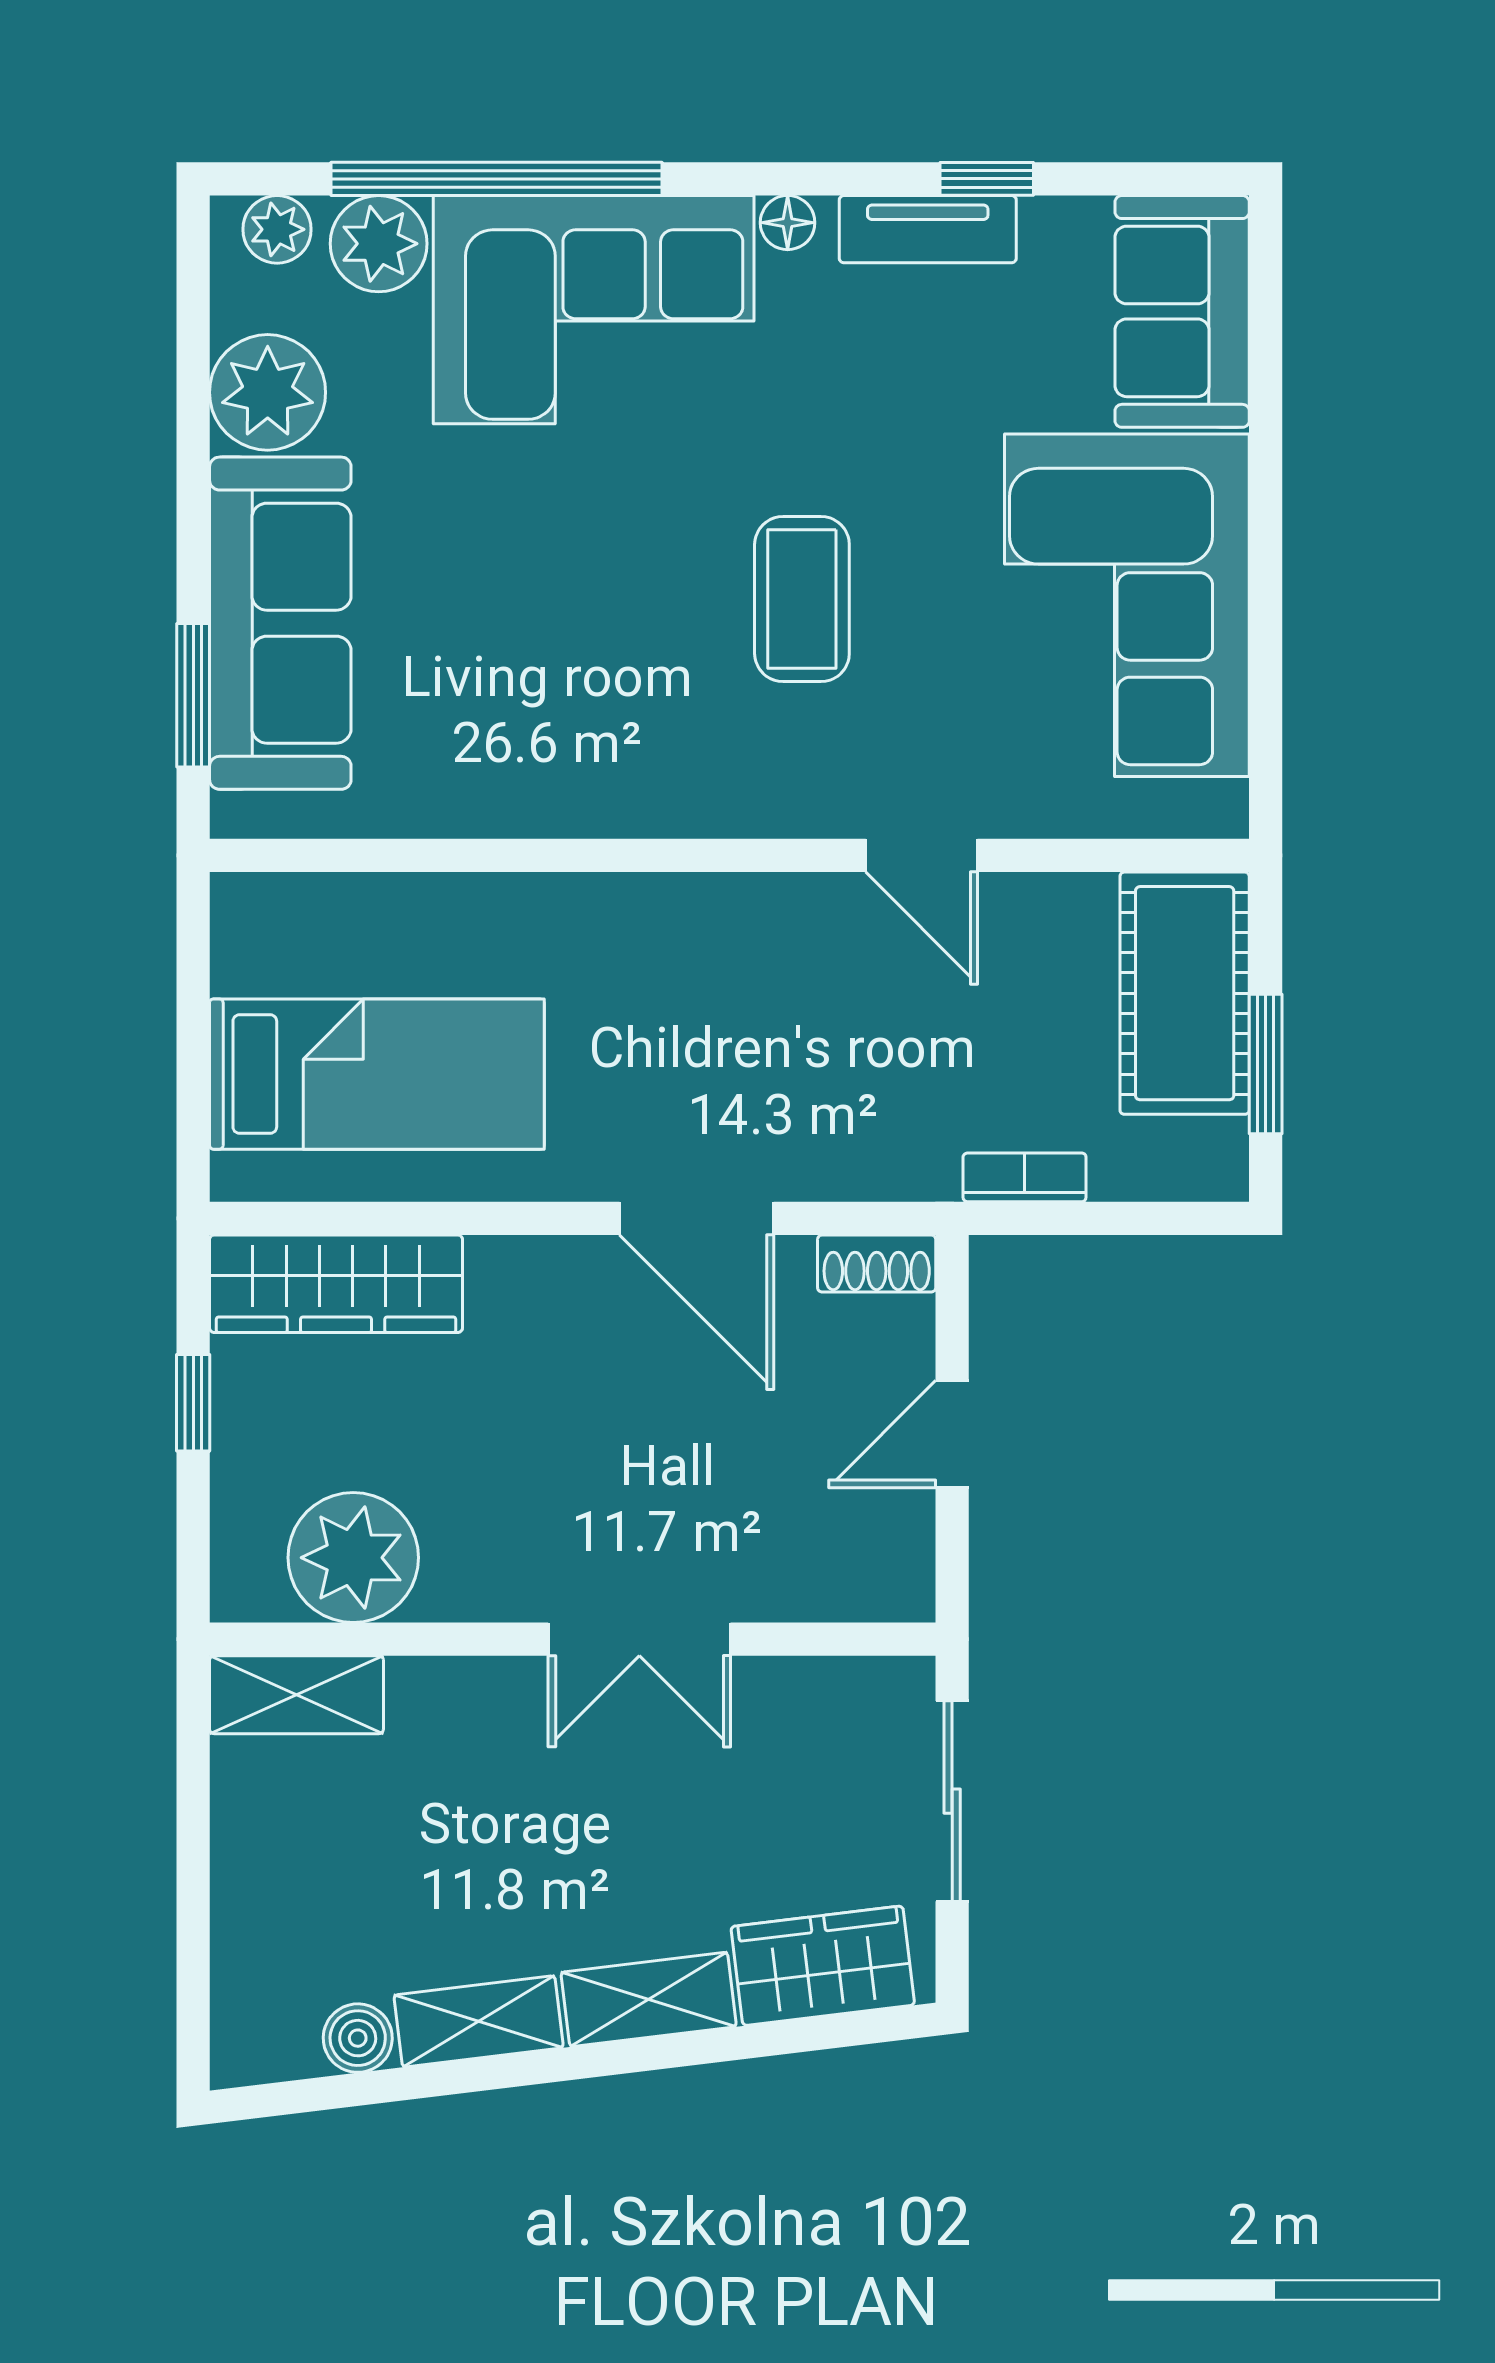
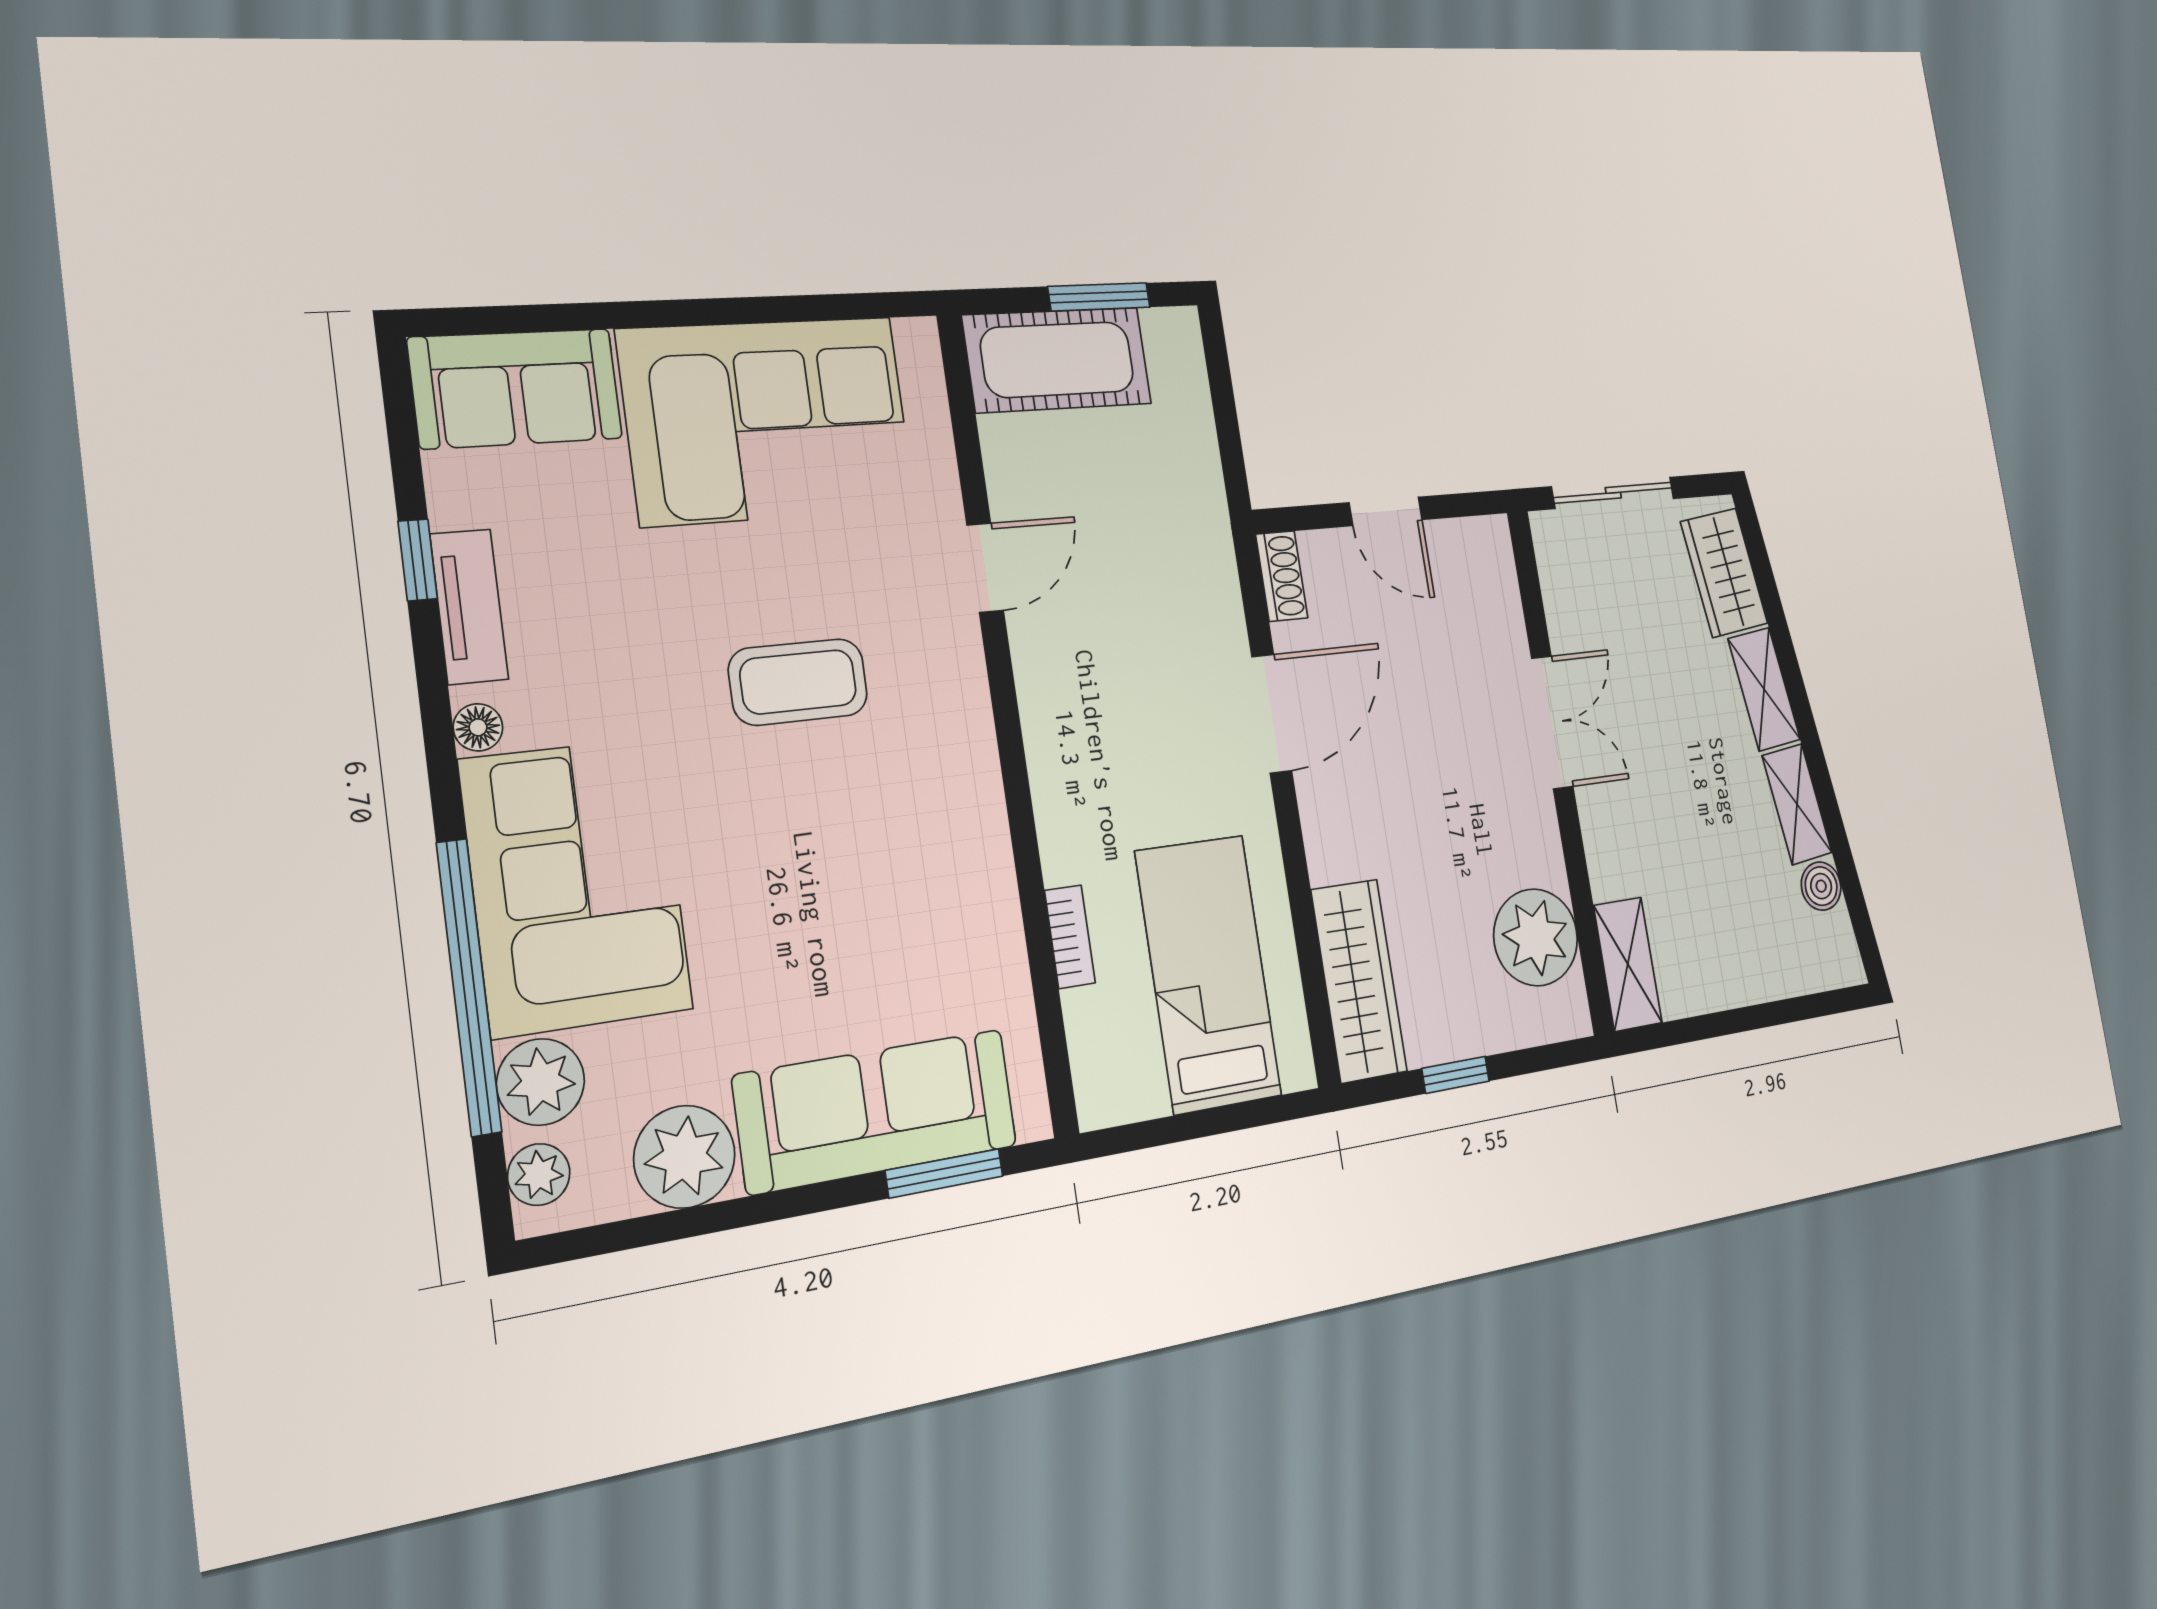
bookcase: (1025, 1177) -> (1070, 937), moved, turned 180

